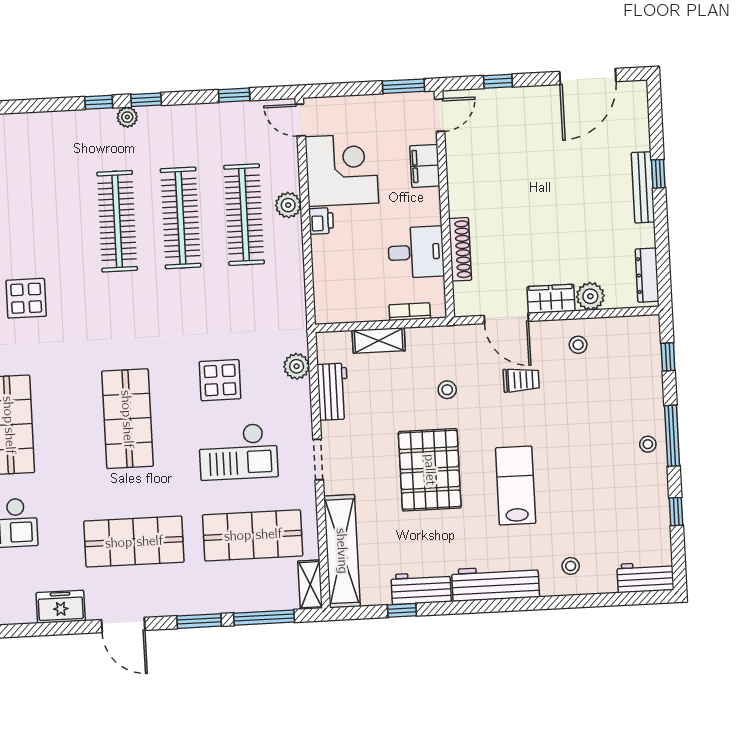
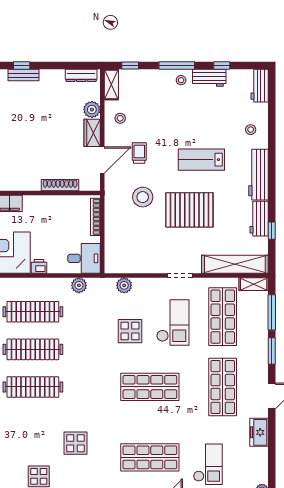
bench: (643, 187) -> (23, 75), width x0.73
plant: (288, 205) -> (79, 285), moved
desk: (416, 252) -> (84, 258), moved, turned 90
bookcase: (410, 312) -> (95, 217), width x1.56
shelving: (379, 340) -> (111, 85), moved
stool: (447, 390) -> (143, 197), width x1.89, depth x1.89
workbench: (333, 392) -> (209, 78), moved, turned 180

